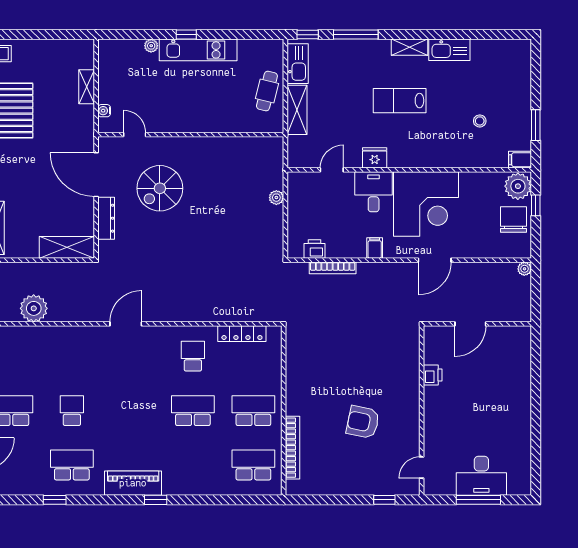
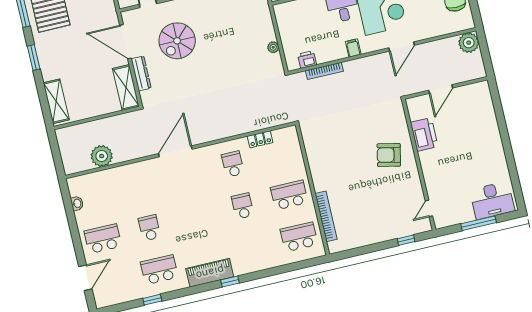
plant: (276, 198) -> (273, 47), moved
shelving: (67, 247) -> (126, 87), moved, turned 90
plant: (524, 269) -> (469, 43), width x1.88, depth x1.88
door: (126, 324) -> (175, 151), width x1.36
locker: (242, 334) -> (260, 139), width x0.66
printer: (433, 375) -> (424, 134), width x1.87, depth x1.48
school desk: (193, 411) -> (243, 206), width x0.54
armchair: (363, 422) -> (389, 155), moved
desk: (481, 476) -> (492, 200), moved

